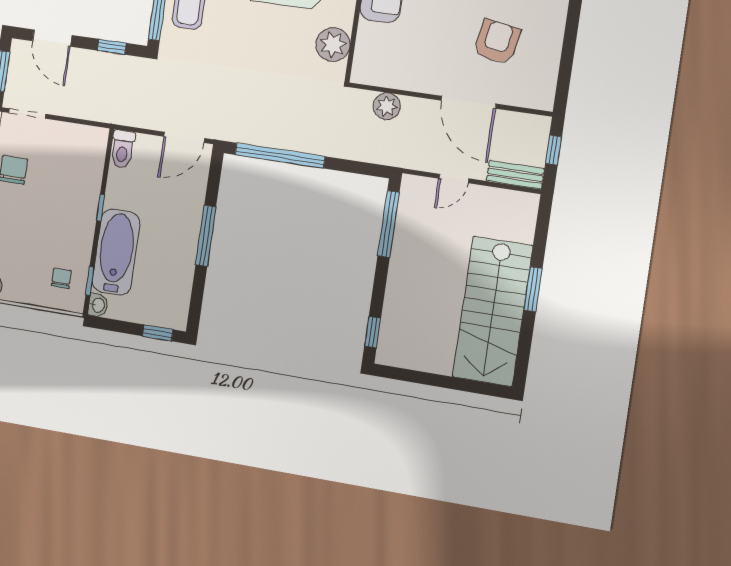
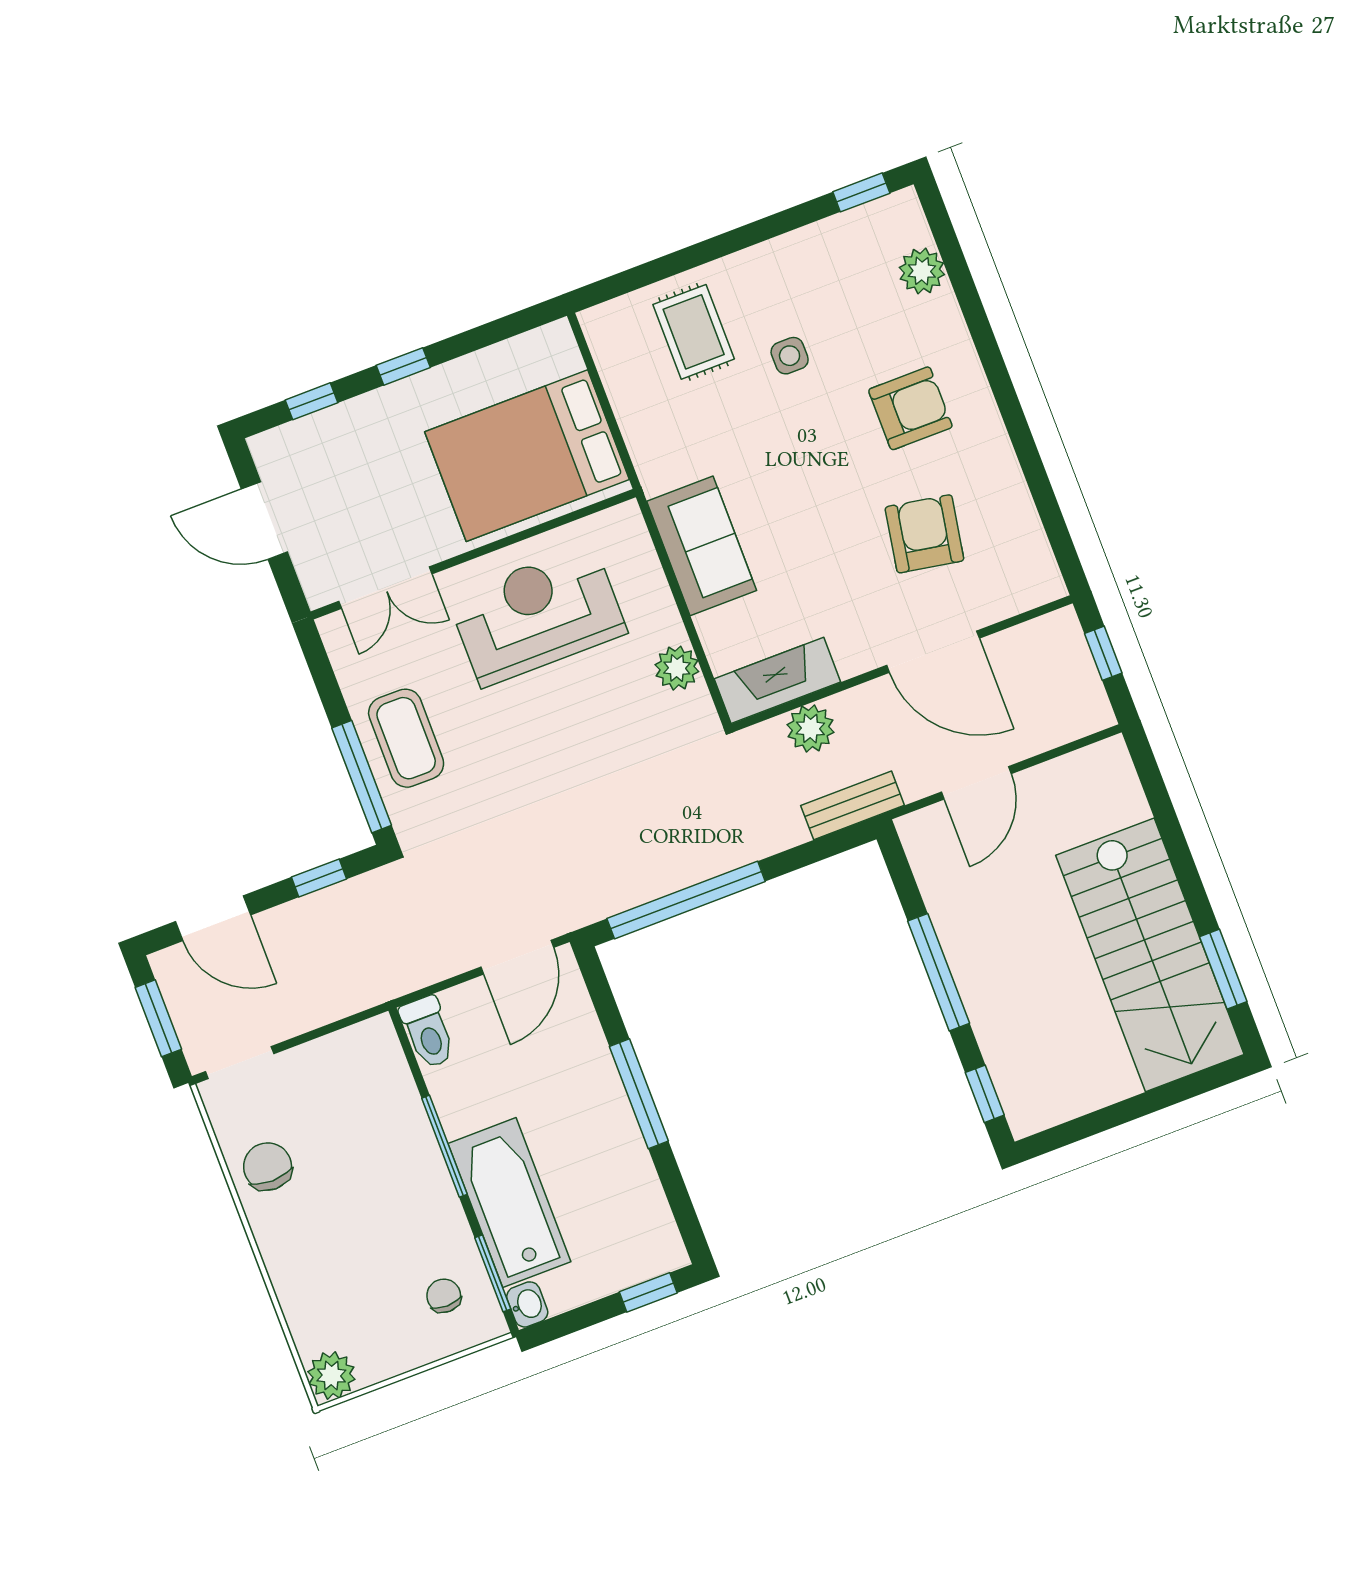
plant: (333, 45) -> (677, 668), width x0.73, depth x0.73
fireplace: (384, 74) -> (777, 680), added
bench: (515, 175) -> (853, 805), moved
door: (454, 178) -> (976, 783), width x1.38
window: (100, 208) -> (444, 1146), width x2.17
window: (388, 224) -> (939, 972), moved
window: (90, 281) -> (493, 1273), width x1.50
window: (533, 289) -> (1223, 969), moved

